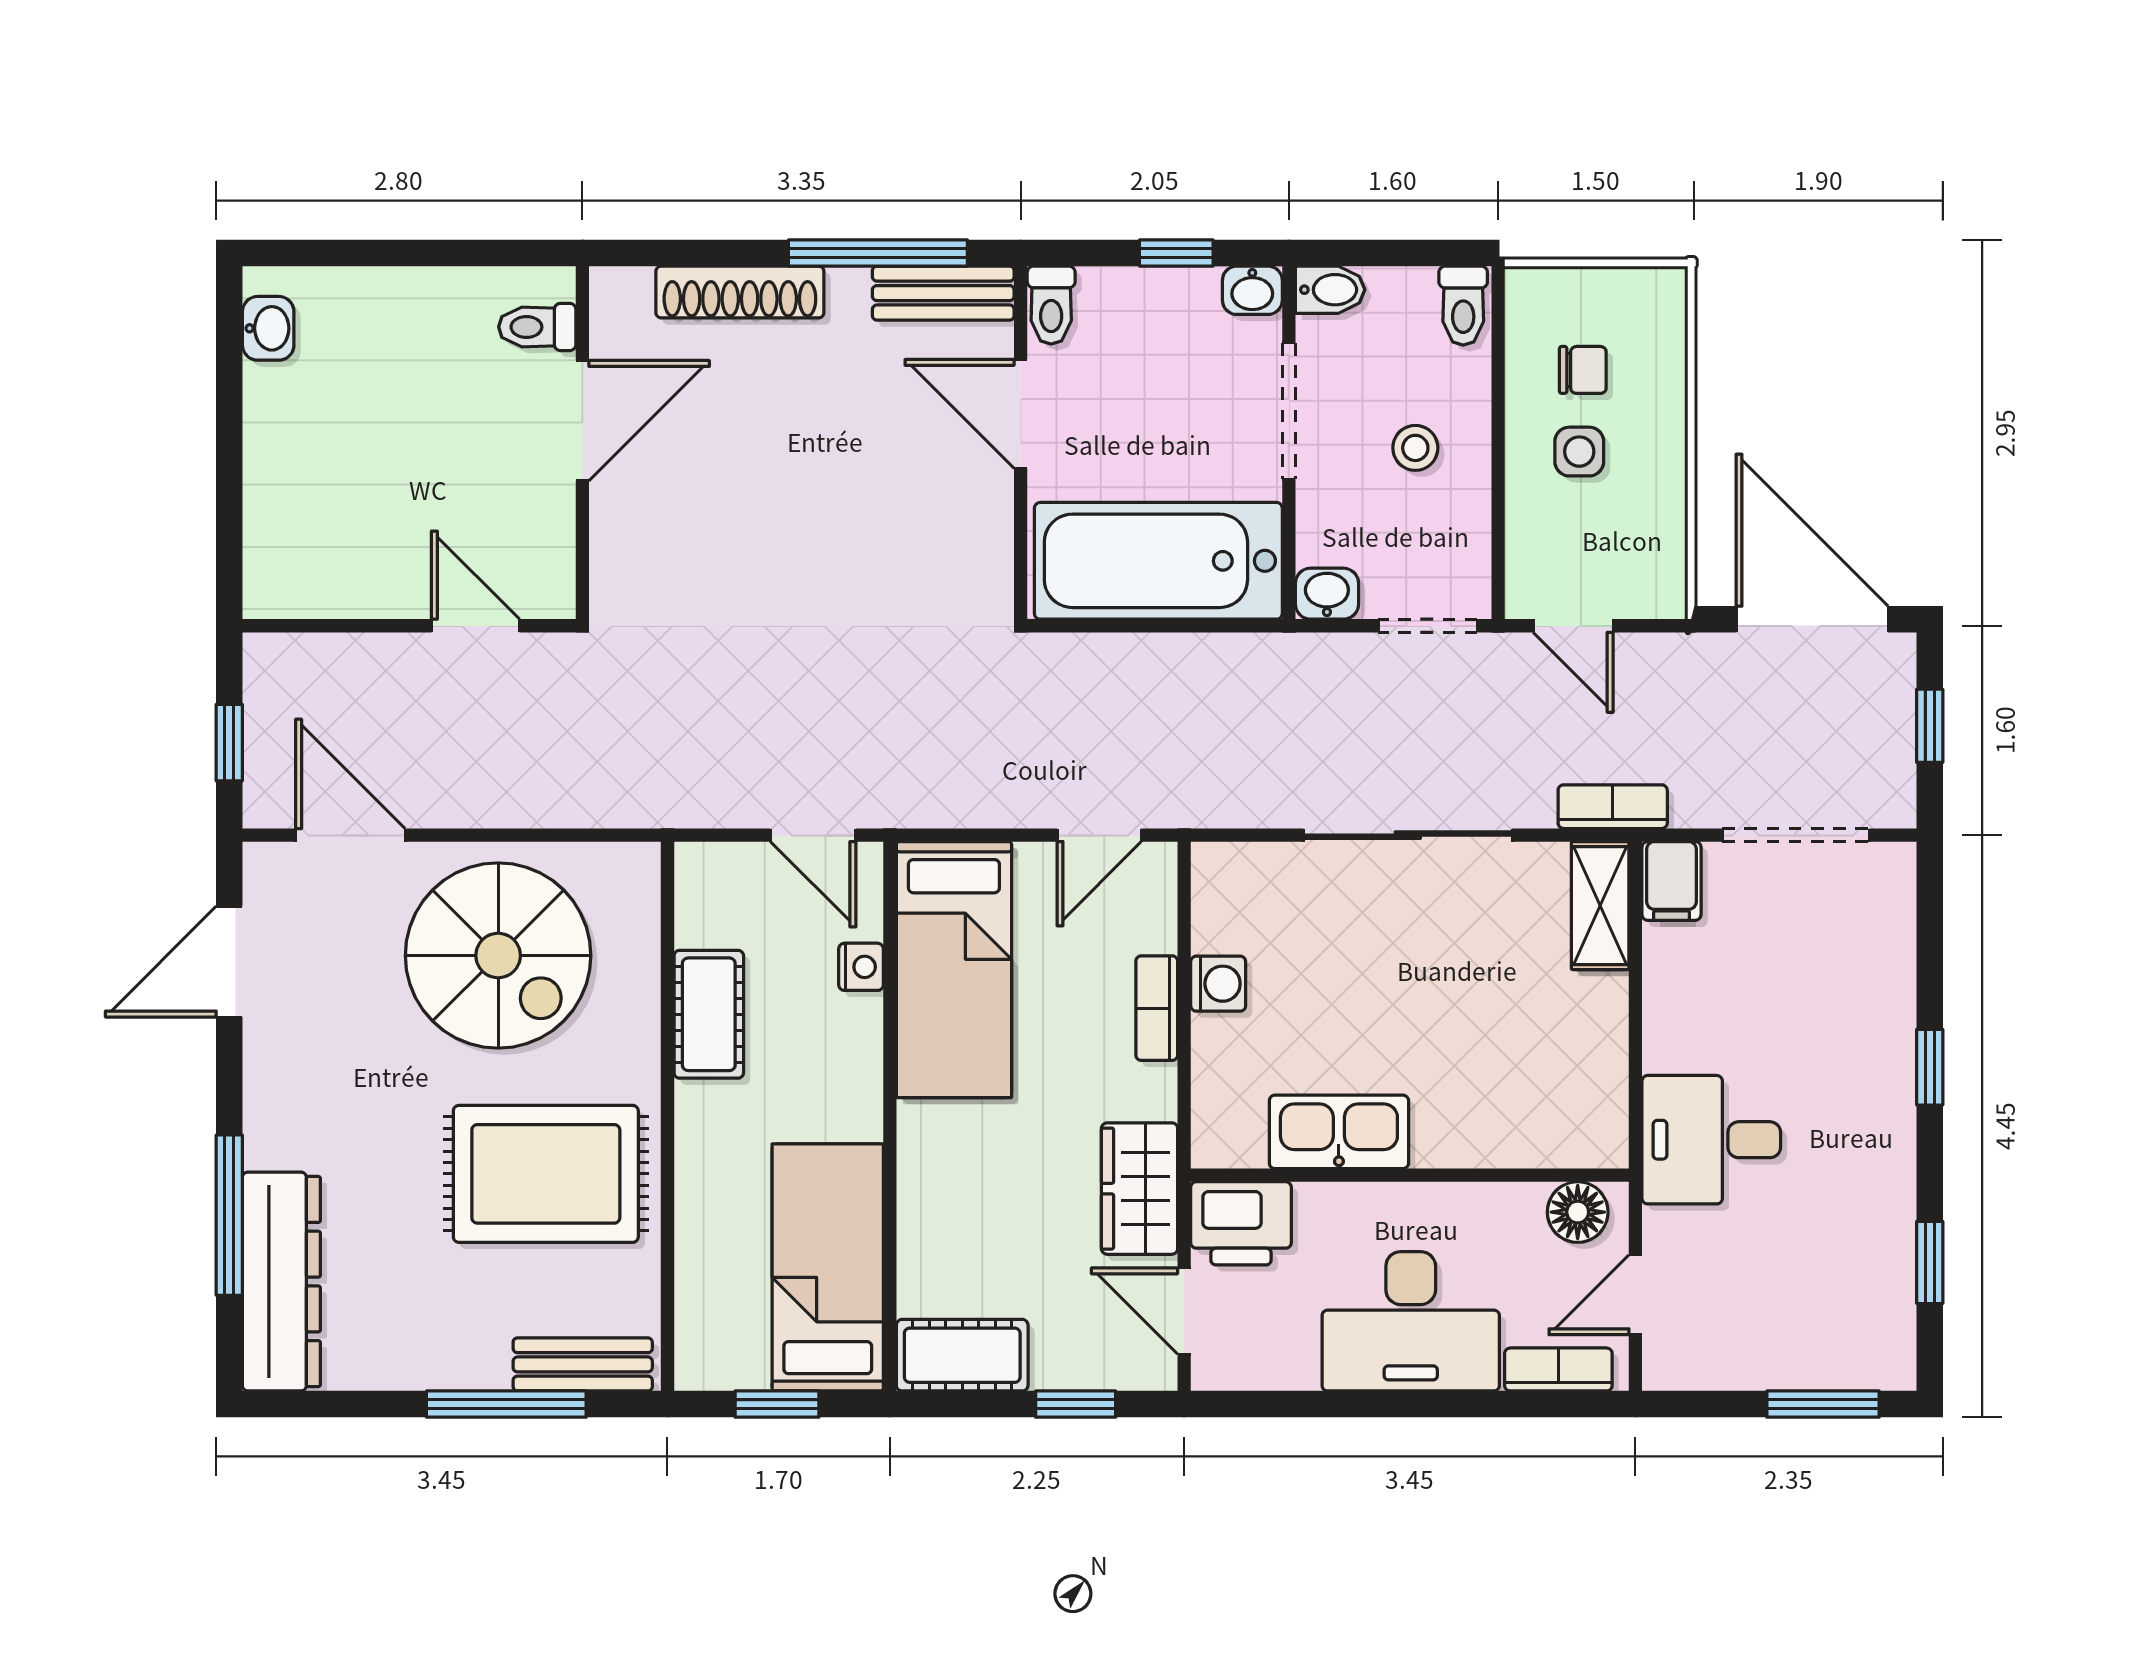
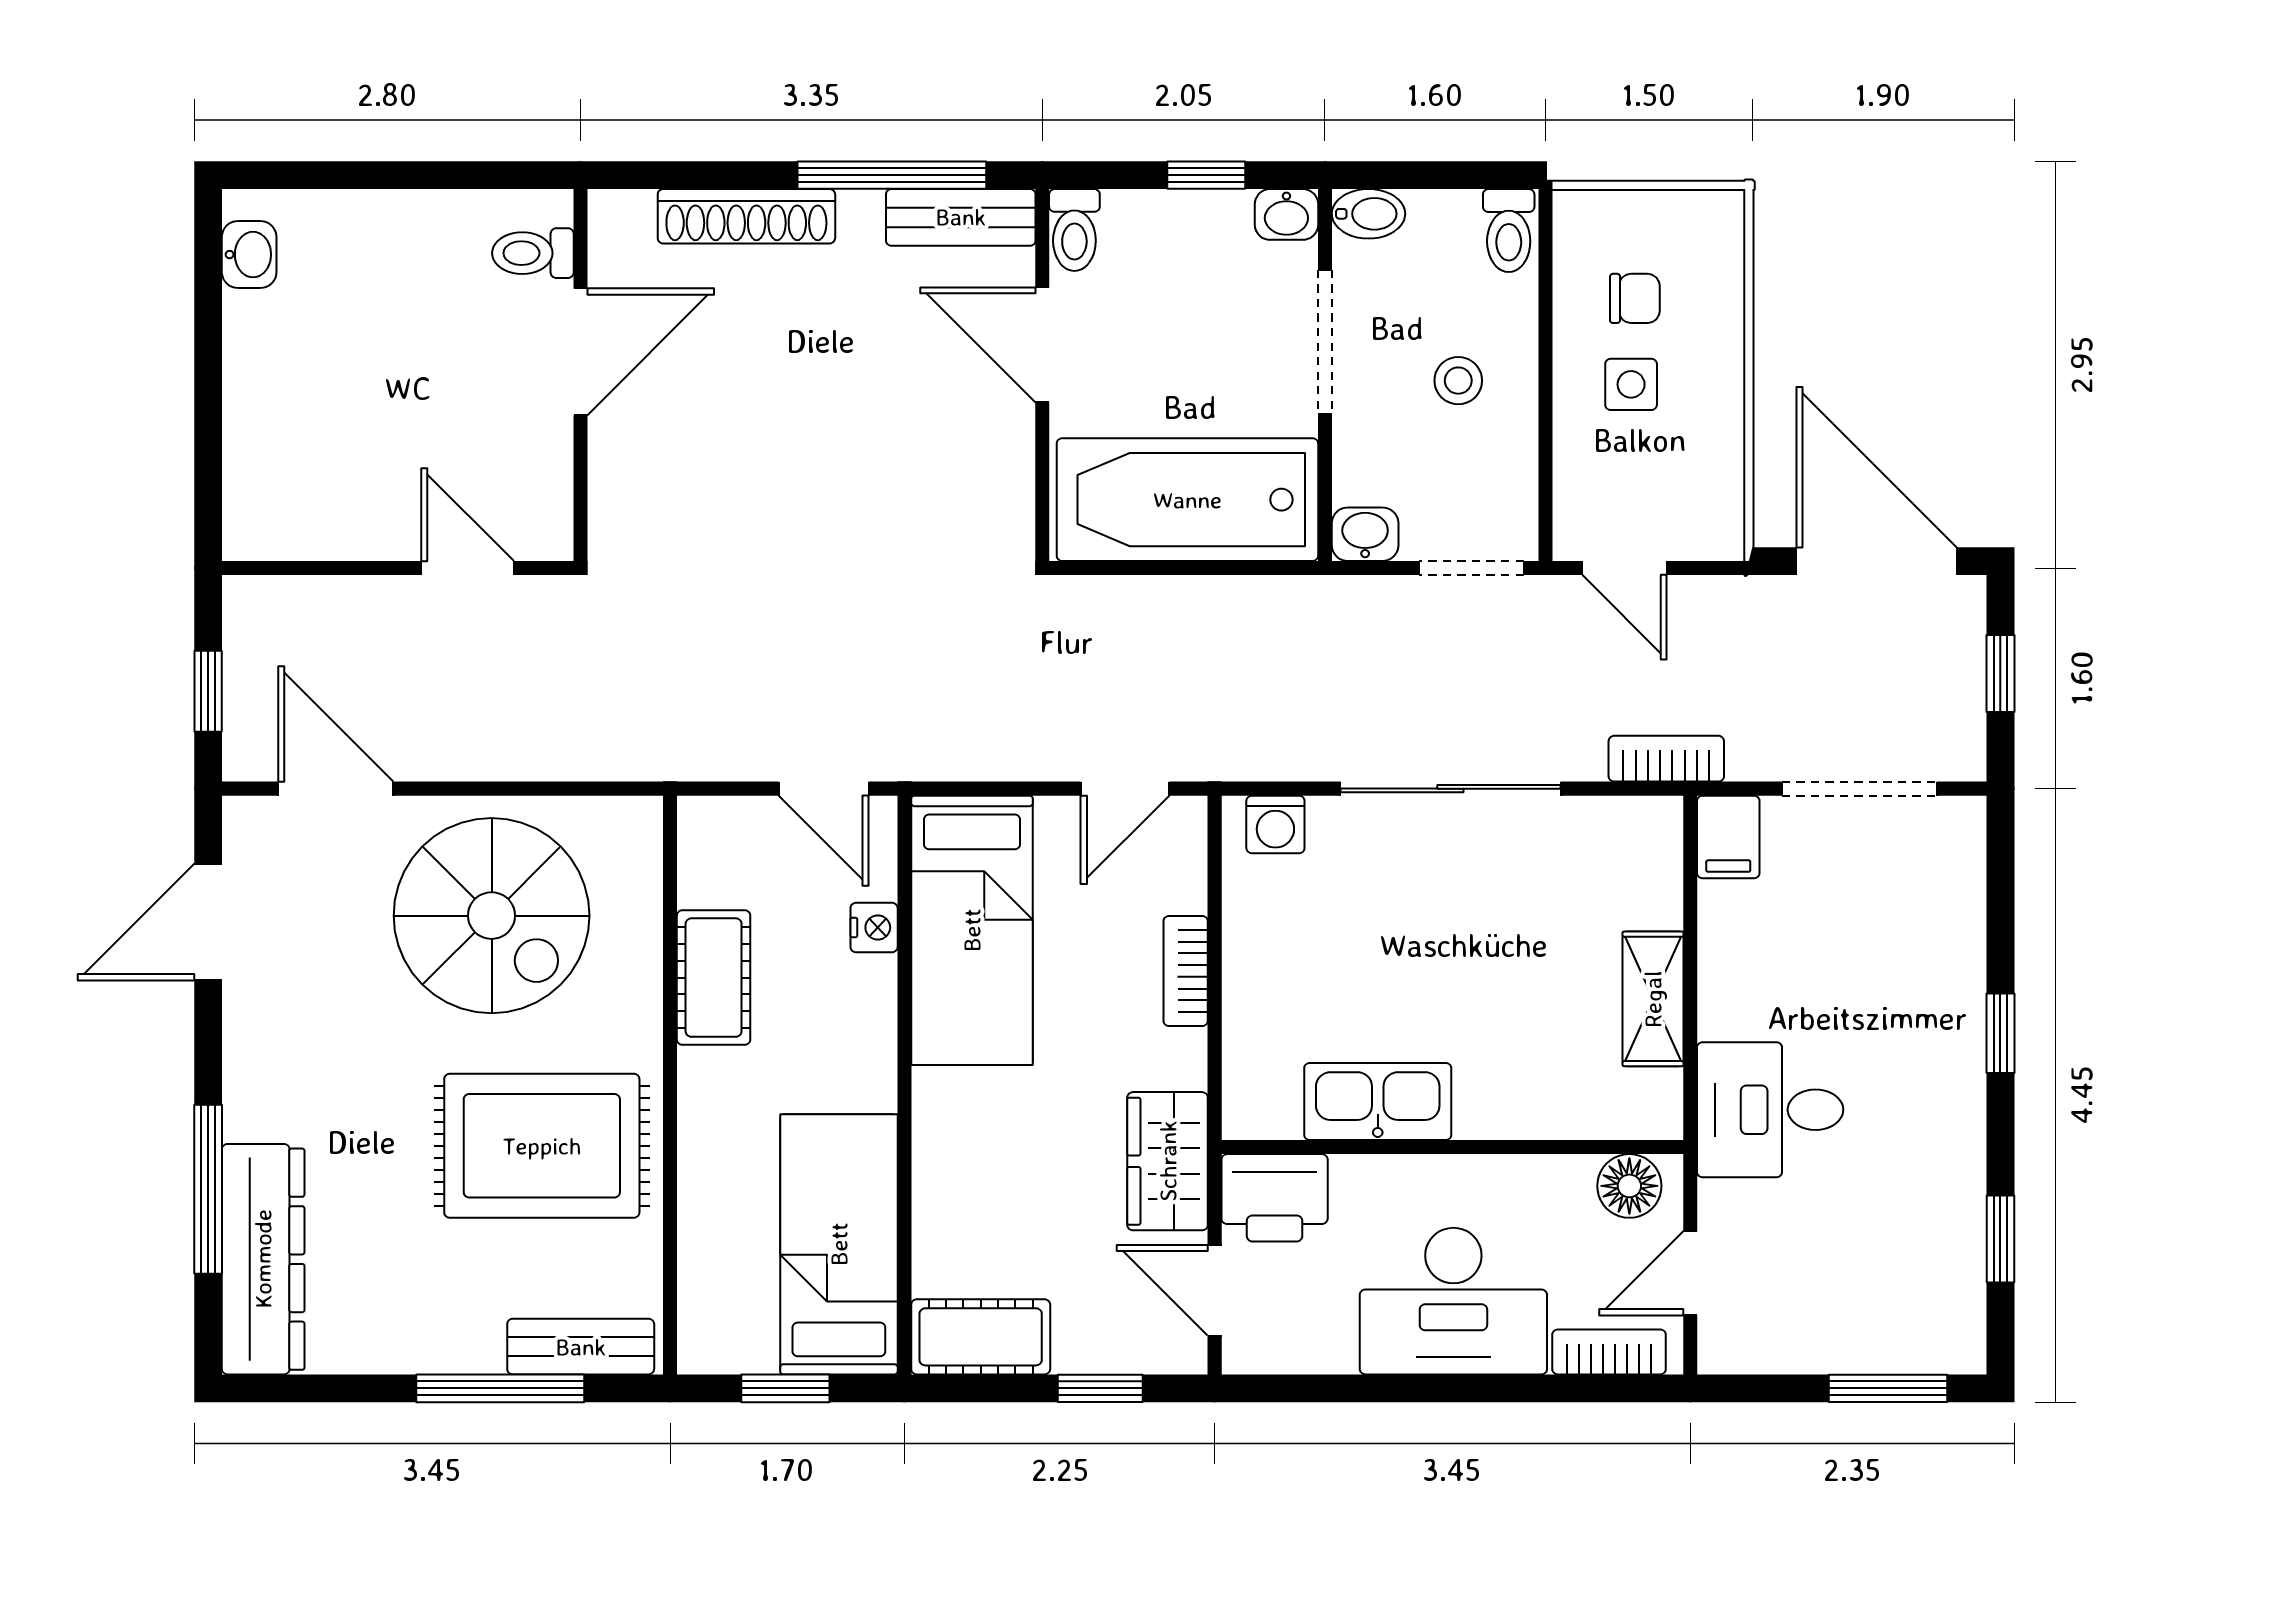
shelving: (1600, 906) -> (1653, 999), moved
washing machine: (1218, 984) -> (1275, 824), moved, turned 90

